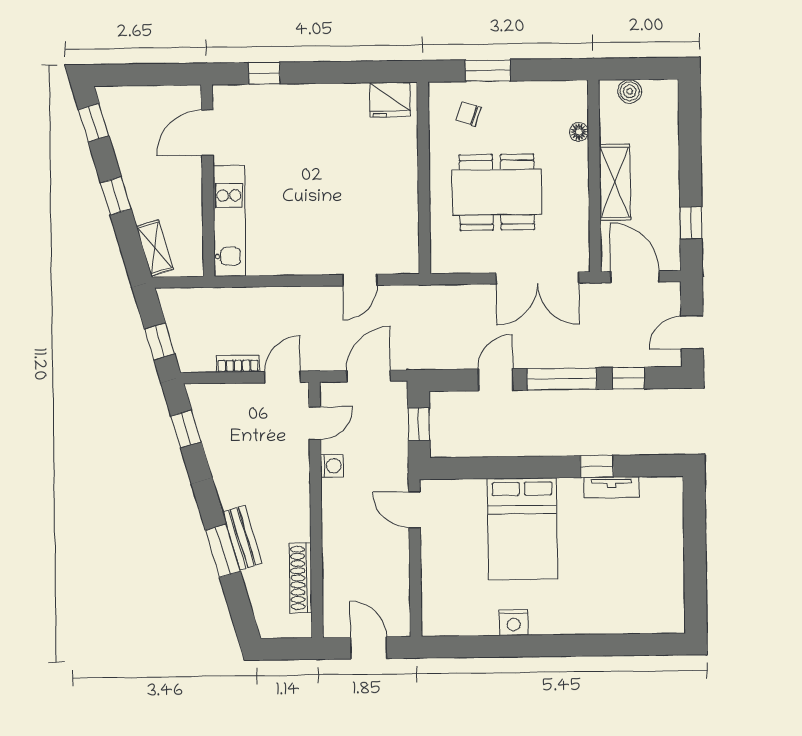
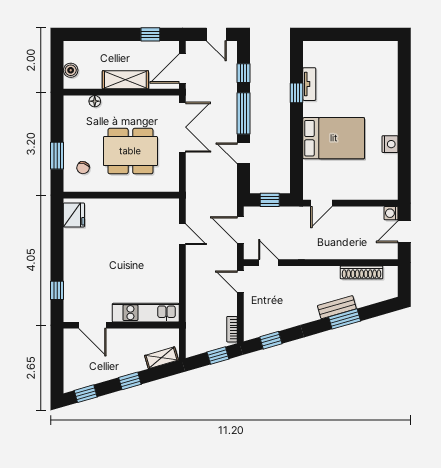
dining table: (497, 192) -> (130, 151), turned 90
bookcase: (238, 364) -> (232, 329), moved
washing machine: (332, 466) -> (391, 213), moved, turned -90

